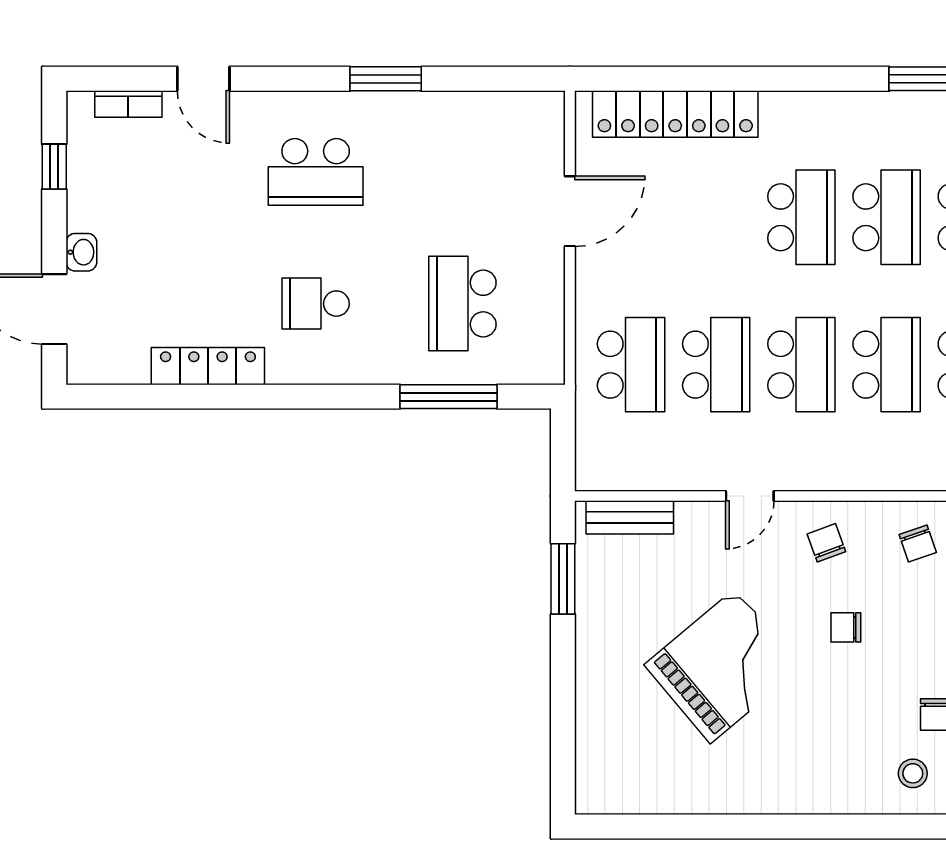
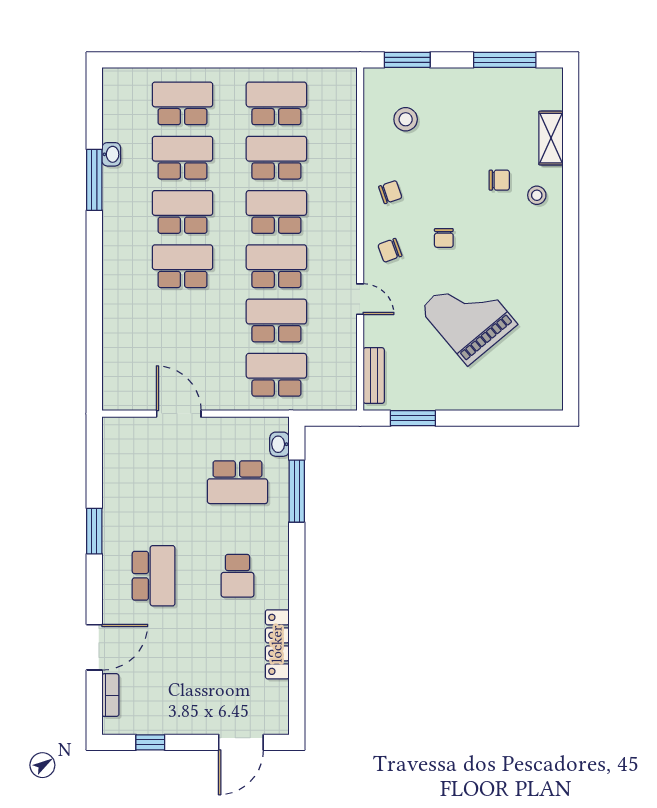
door: (203, 79) -> (94, 647), width x1.38
locker: (675, 114) -> (117, 347), removed
washbasin: (81, 252) -> (279, 444), moved, turned -90

